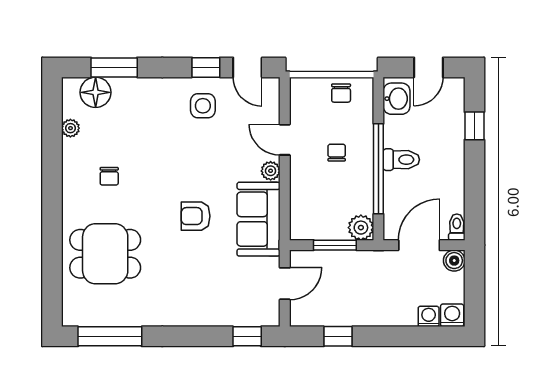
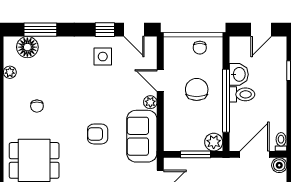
washbasin: (397, 99) -> (239, 74), moved
chair: (337, 153) -> (197, 89), width x1.87, depth x1.87

